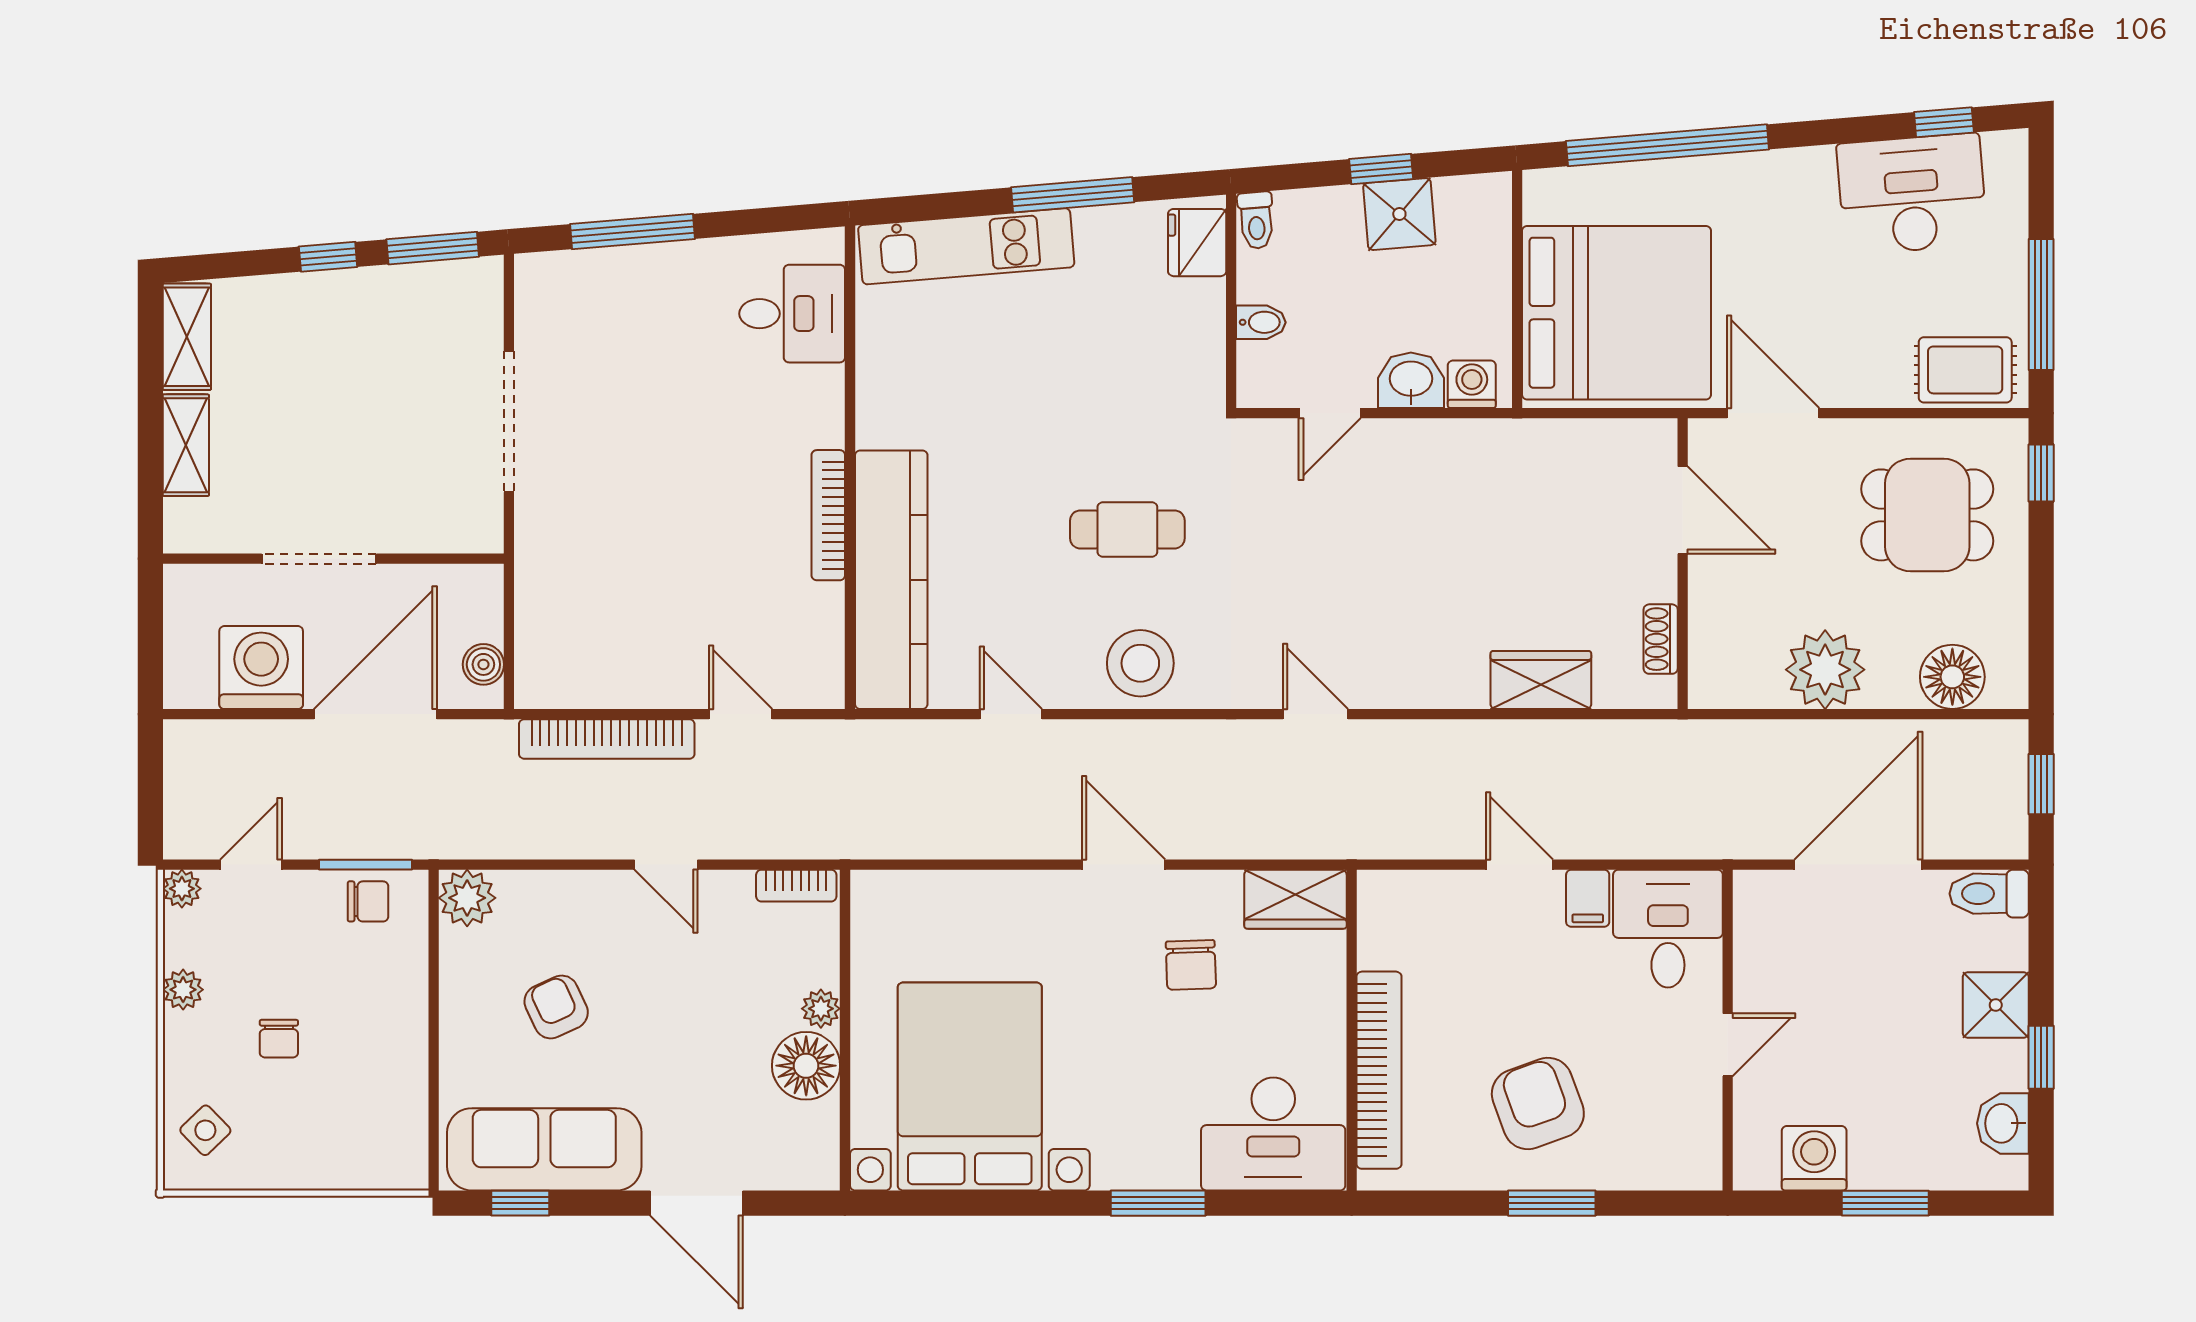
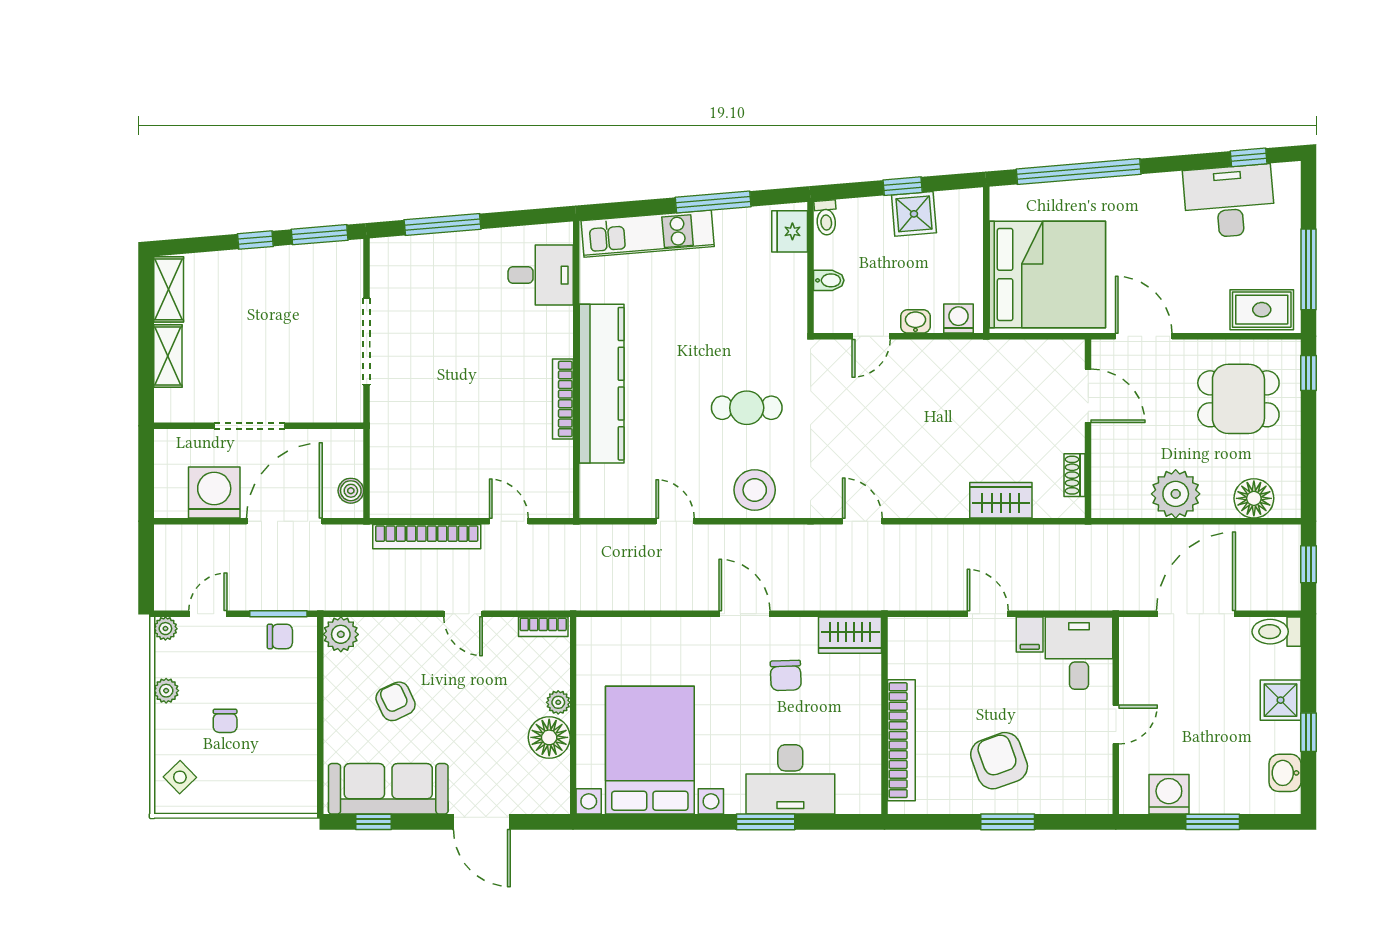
washbasin: (1411, 380) -> (915, 321), width x0.72, depth x0.69
kitchen counter: (891, 580) -> (602, 384), moved
desk: (1273, 1134) -> (790, 779), moved

